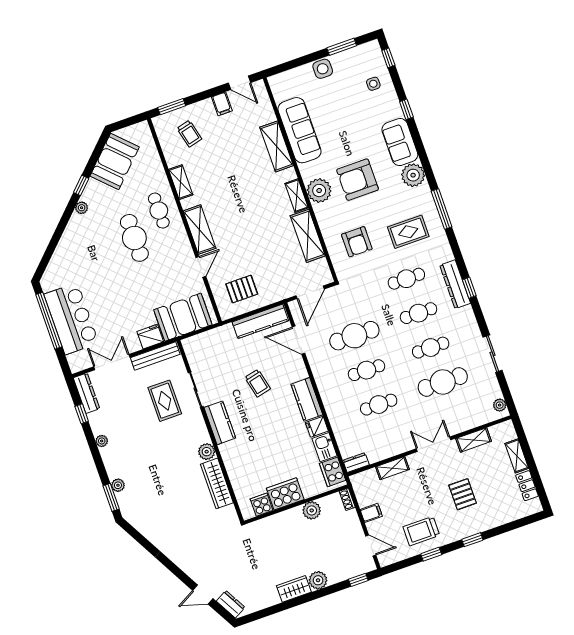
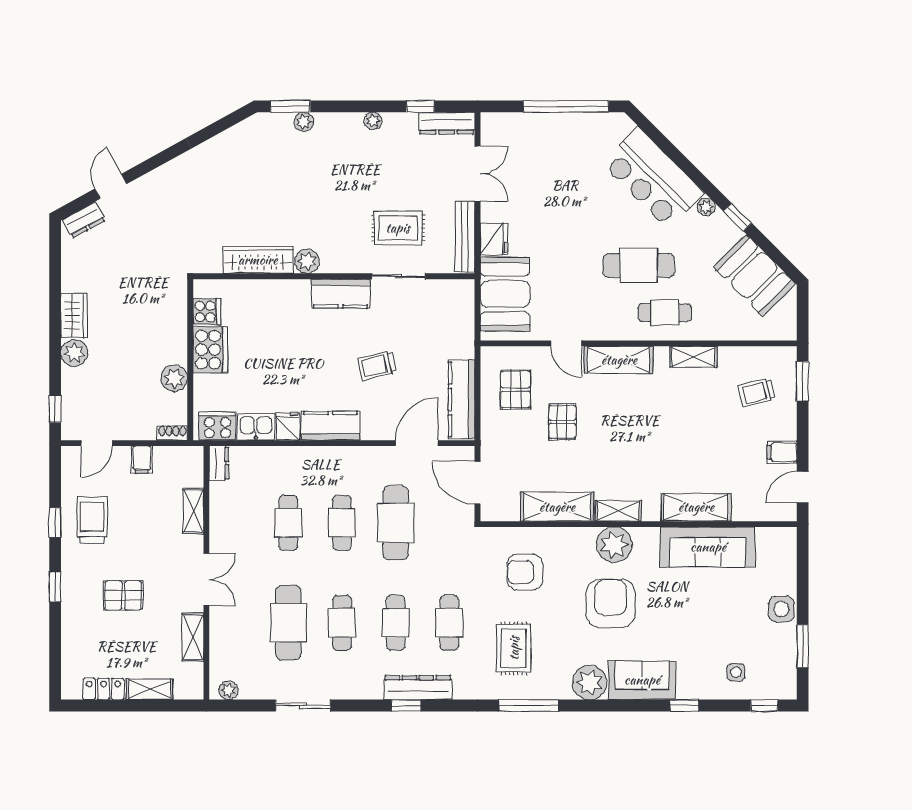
pallet: (252, 252) -> (562, 422), added
bar counter: (71, 319) -> (653, 178), moved, turned 45

